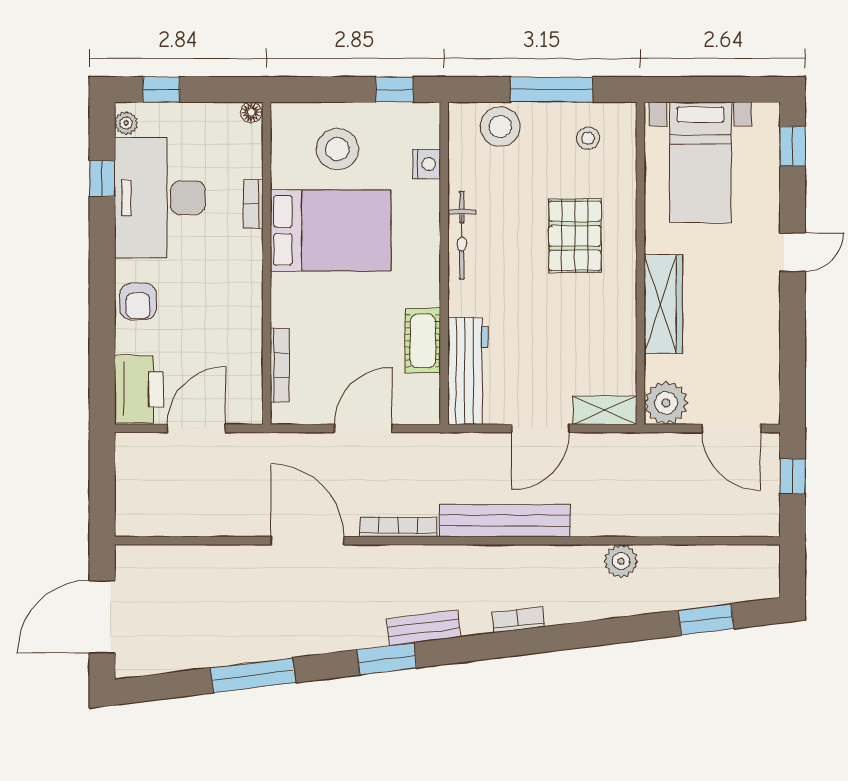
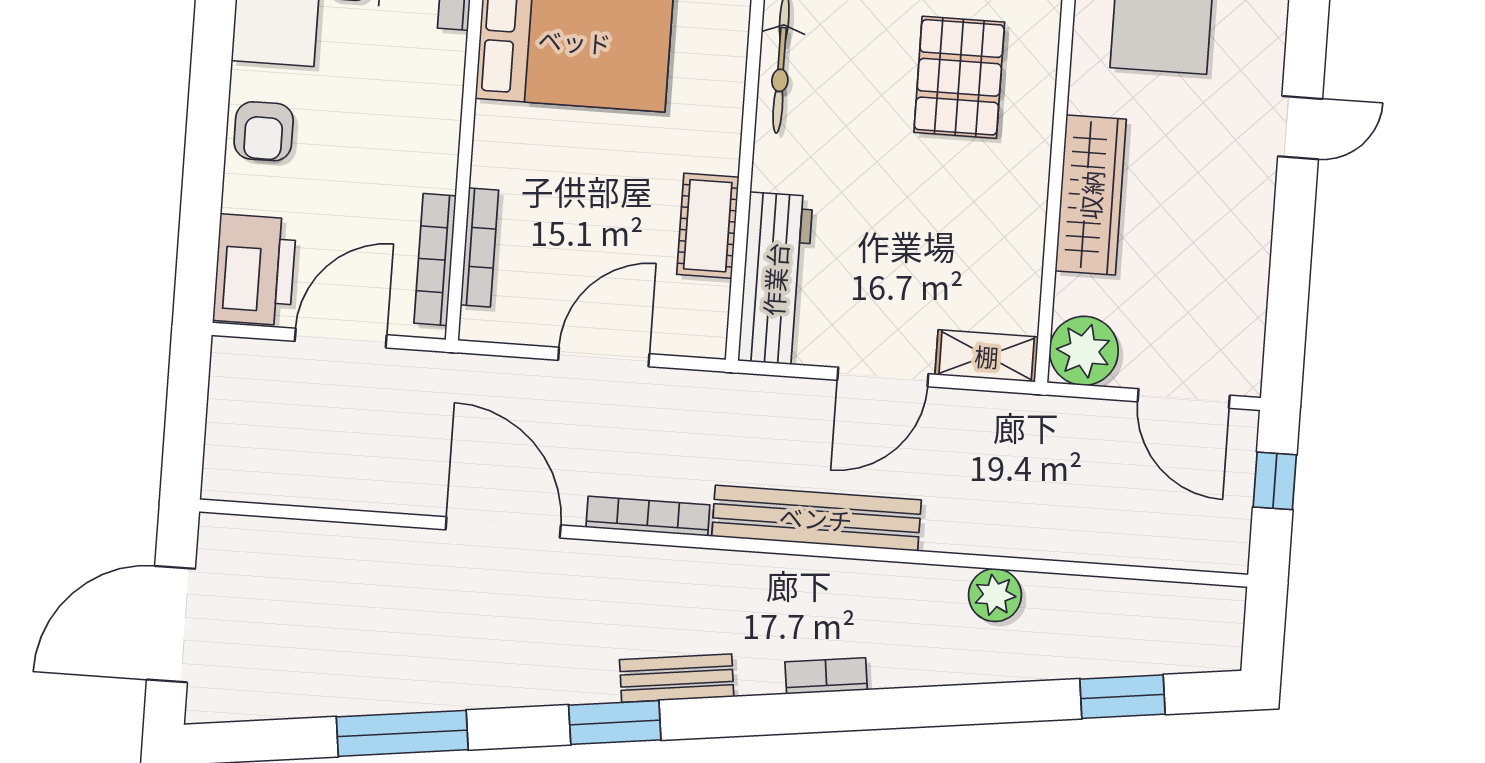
bookcase: (252, 375) -> (435, 259), added

